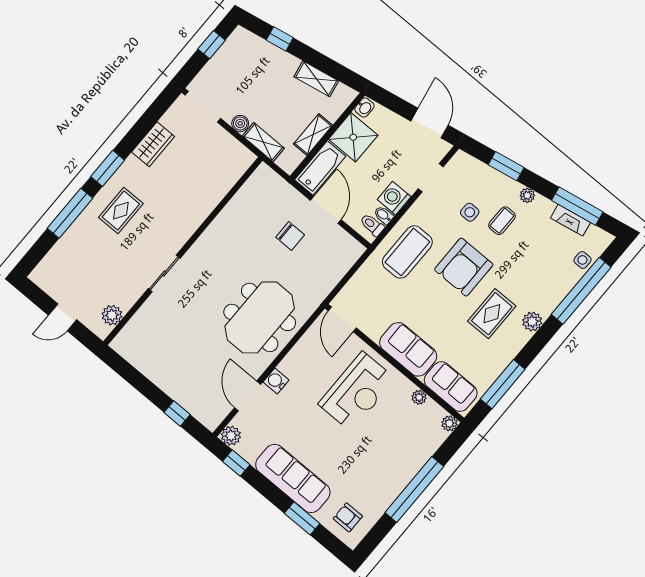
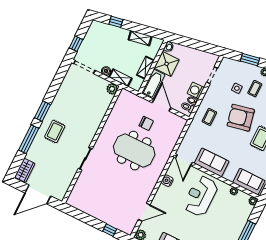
window: (212, 45) -> (76, 44), moved
door: (429, 123) -> (205, 47), removed
wardrobe: (153, 144) -> (25, 170), moved
coffee table: (407, 252) -> (209, 117), width x0.54, depth x0.58
armchair: (464, 267) -> (241, 118), turned 78
plant: (112, 315) -> (112, 89), moved
door: (63, 317) -> (38, 194), width x1.87
meeting table: (260, 317) -> (134, 151), moved, turned 90
sofa: (408, 349) -> (212, 162), moved
water cooler: (276, 381) -> (167, 181), moved
reception desk: (357, 391) -> (201, 196), turned 180
door: (248, 396) -> (144, 212), swing flipped

